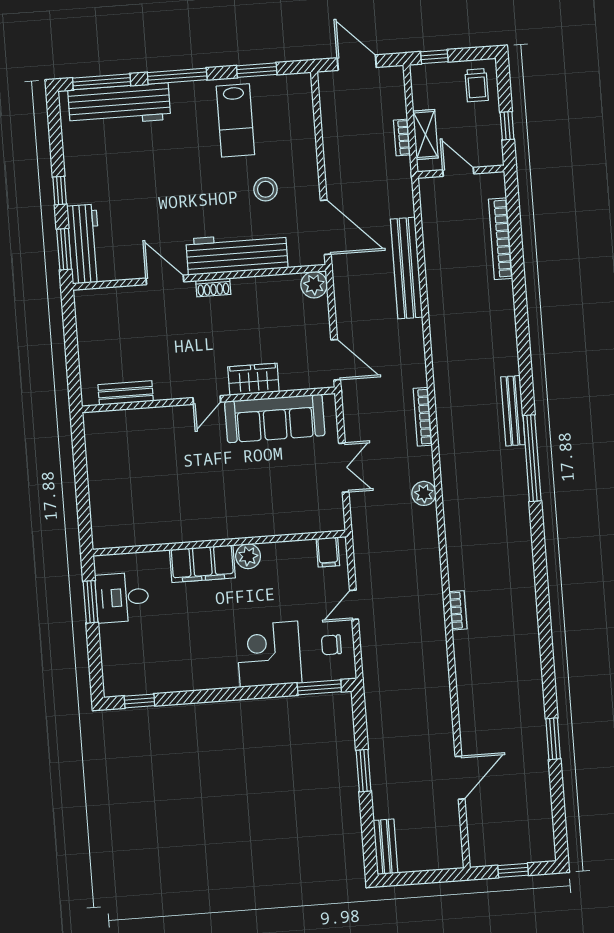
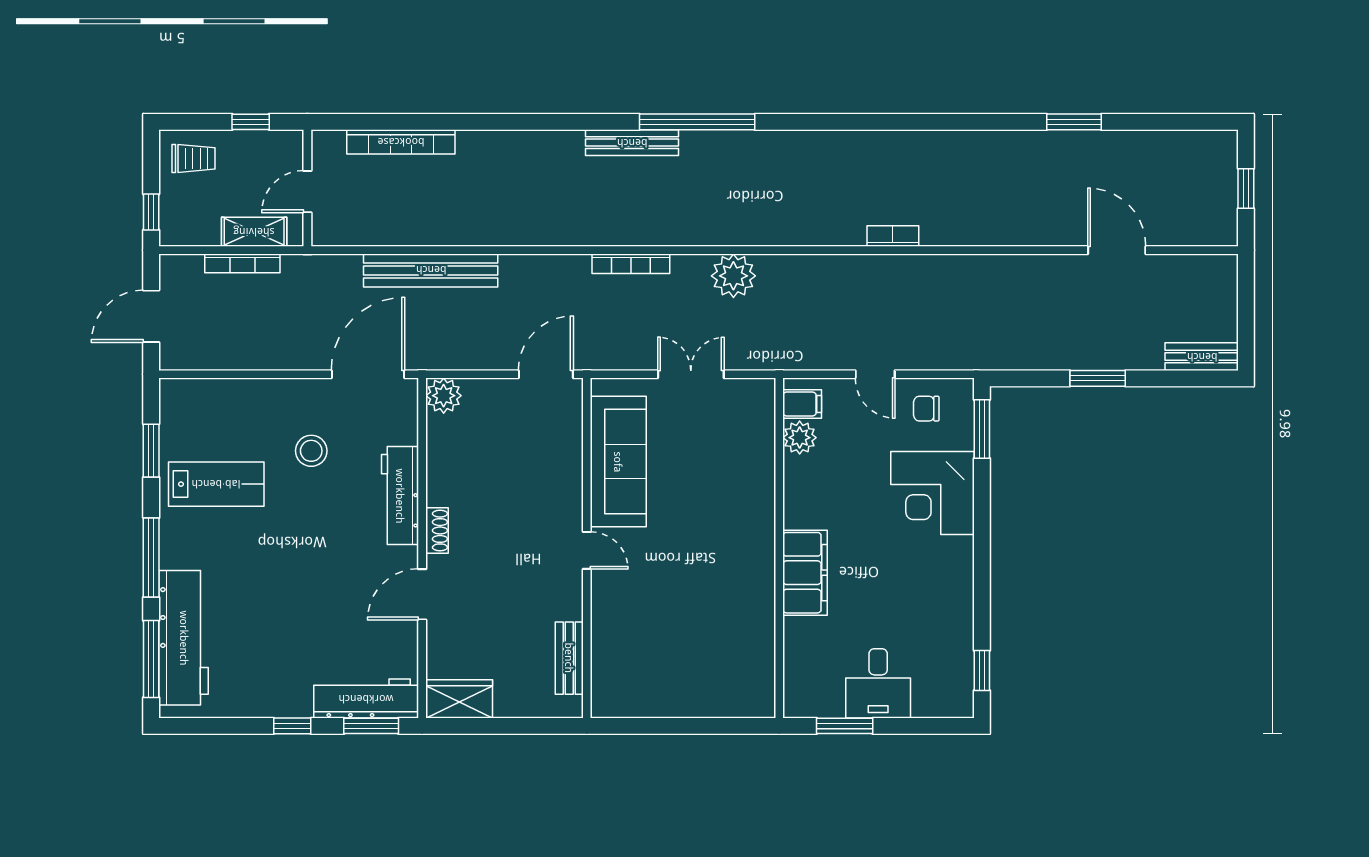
bookcase: (402, 138) -> (242, 263), width x1.56
workbench: (237, 253) -> (400, 496), width x0.73, depth x0.76
wardrobe: (253, 379) -> (459, 699), moved, turned 90
plant: (424, 493) -> (733, 276), width x1.36, depth x1.36
plant: (248, 556) -> (800, 438), moved
desk: (122, 597) -> (878, 683), moved
chair: (331, 645) -> (926, 409), turned 90

